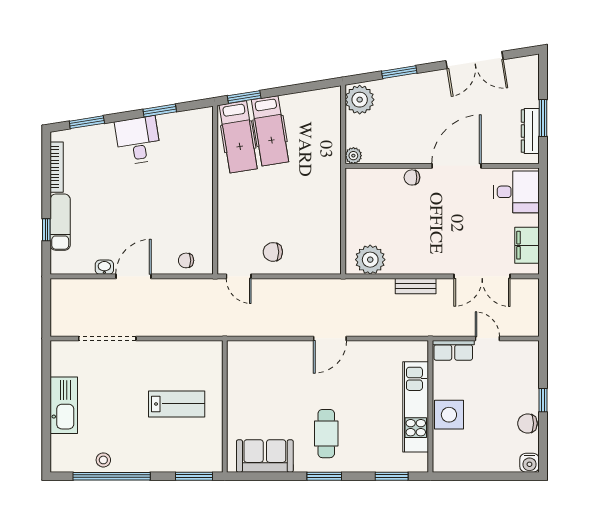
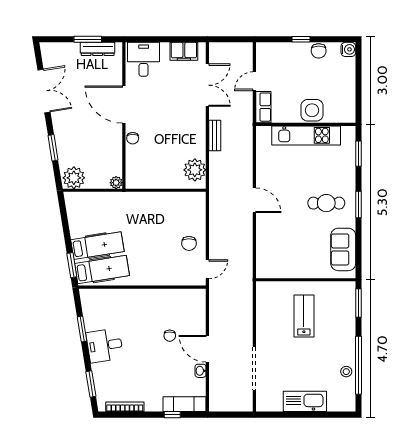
exam couch: (60, 222) -> (185, 404), moved
chair: (186, 260) -> (170, 336), moved

